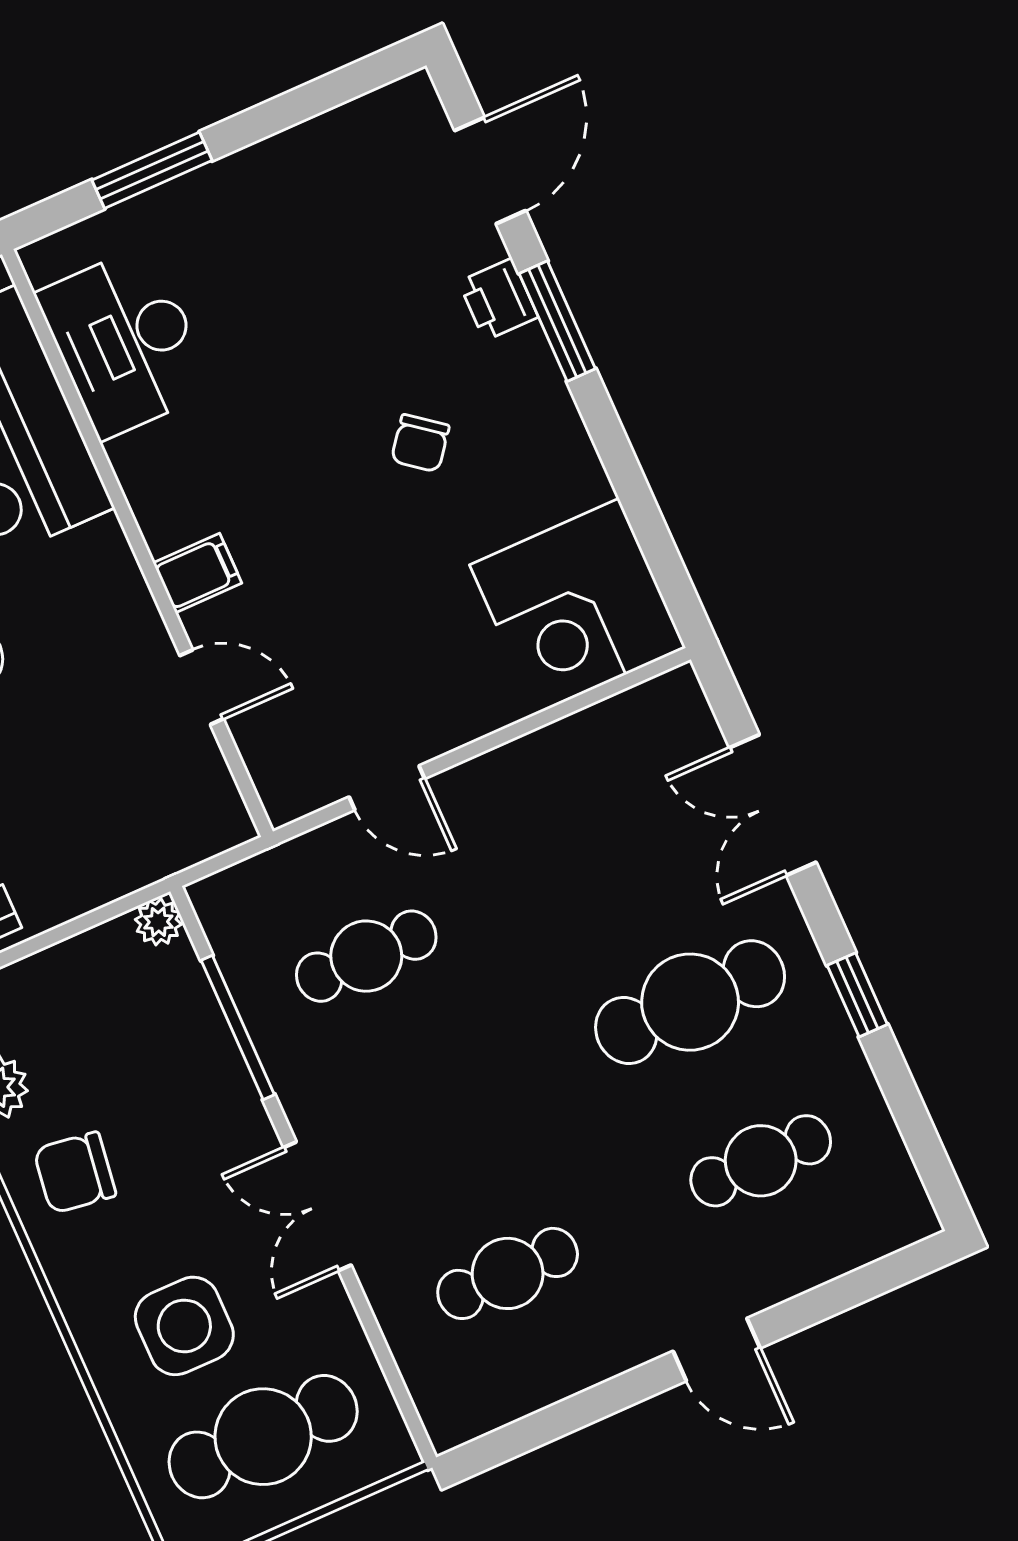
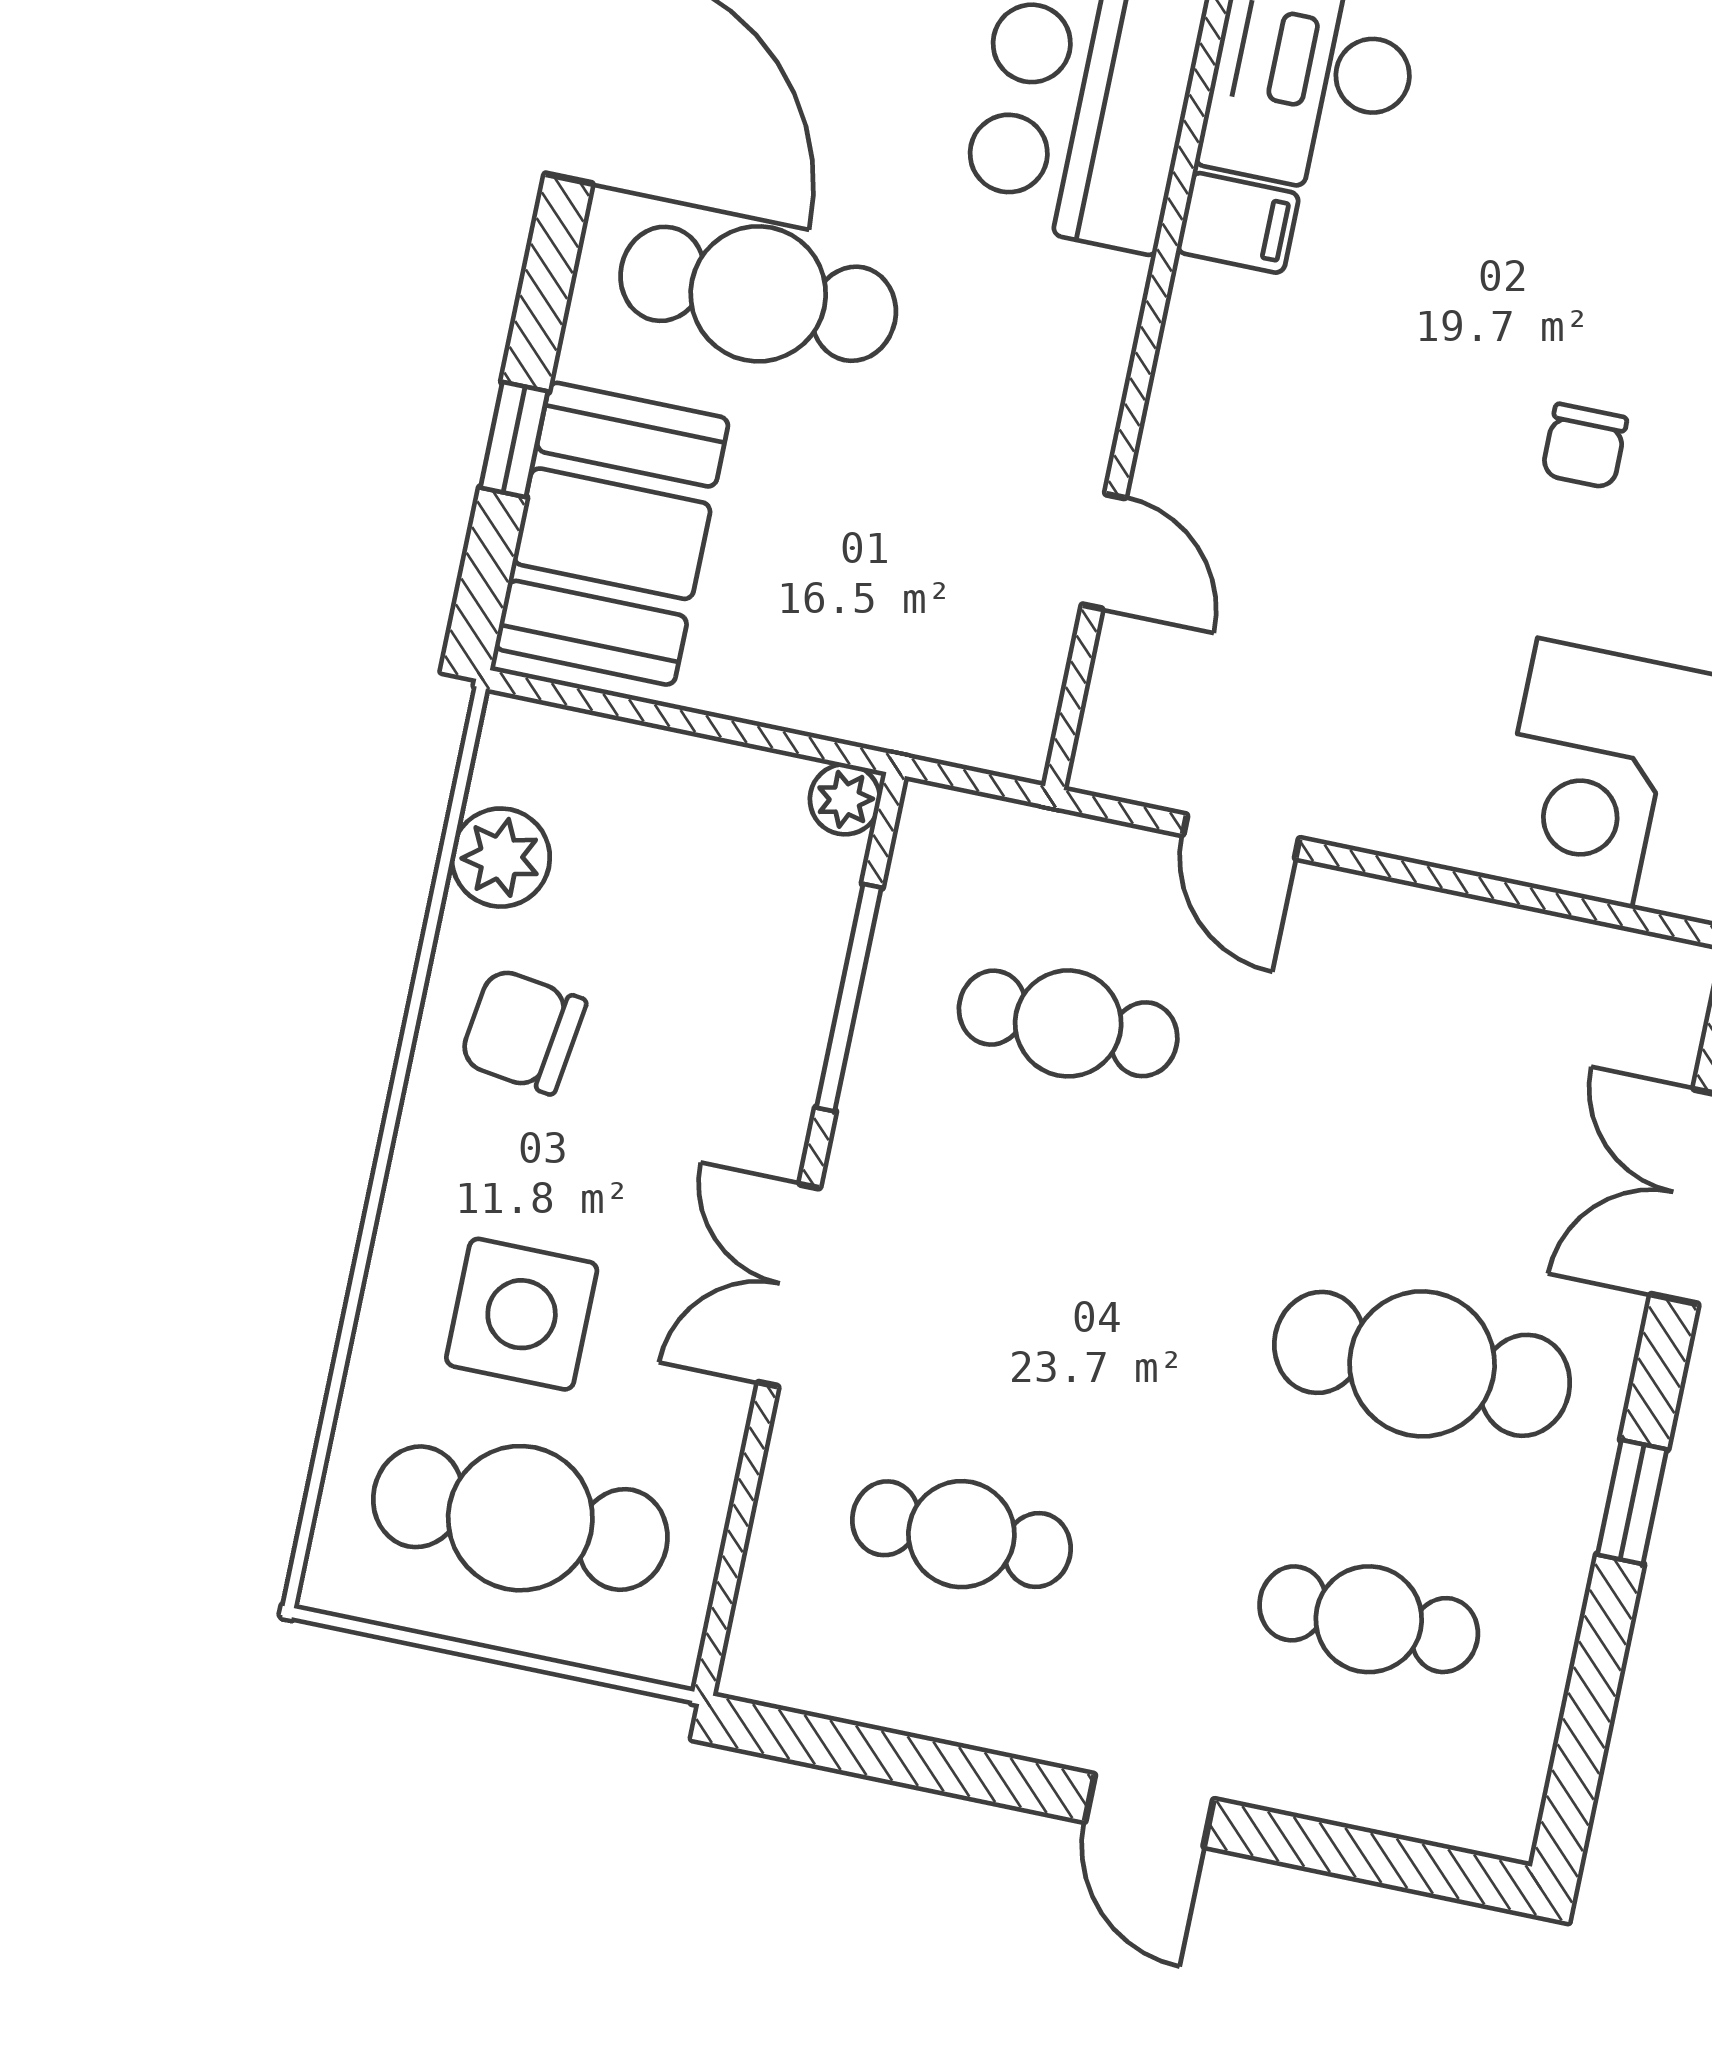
chair: (420, 443) -> (1584, 446), turned -38
filing cabinet: (197, 573) -> (1238, 223), moved

